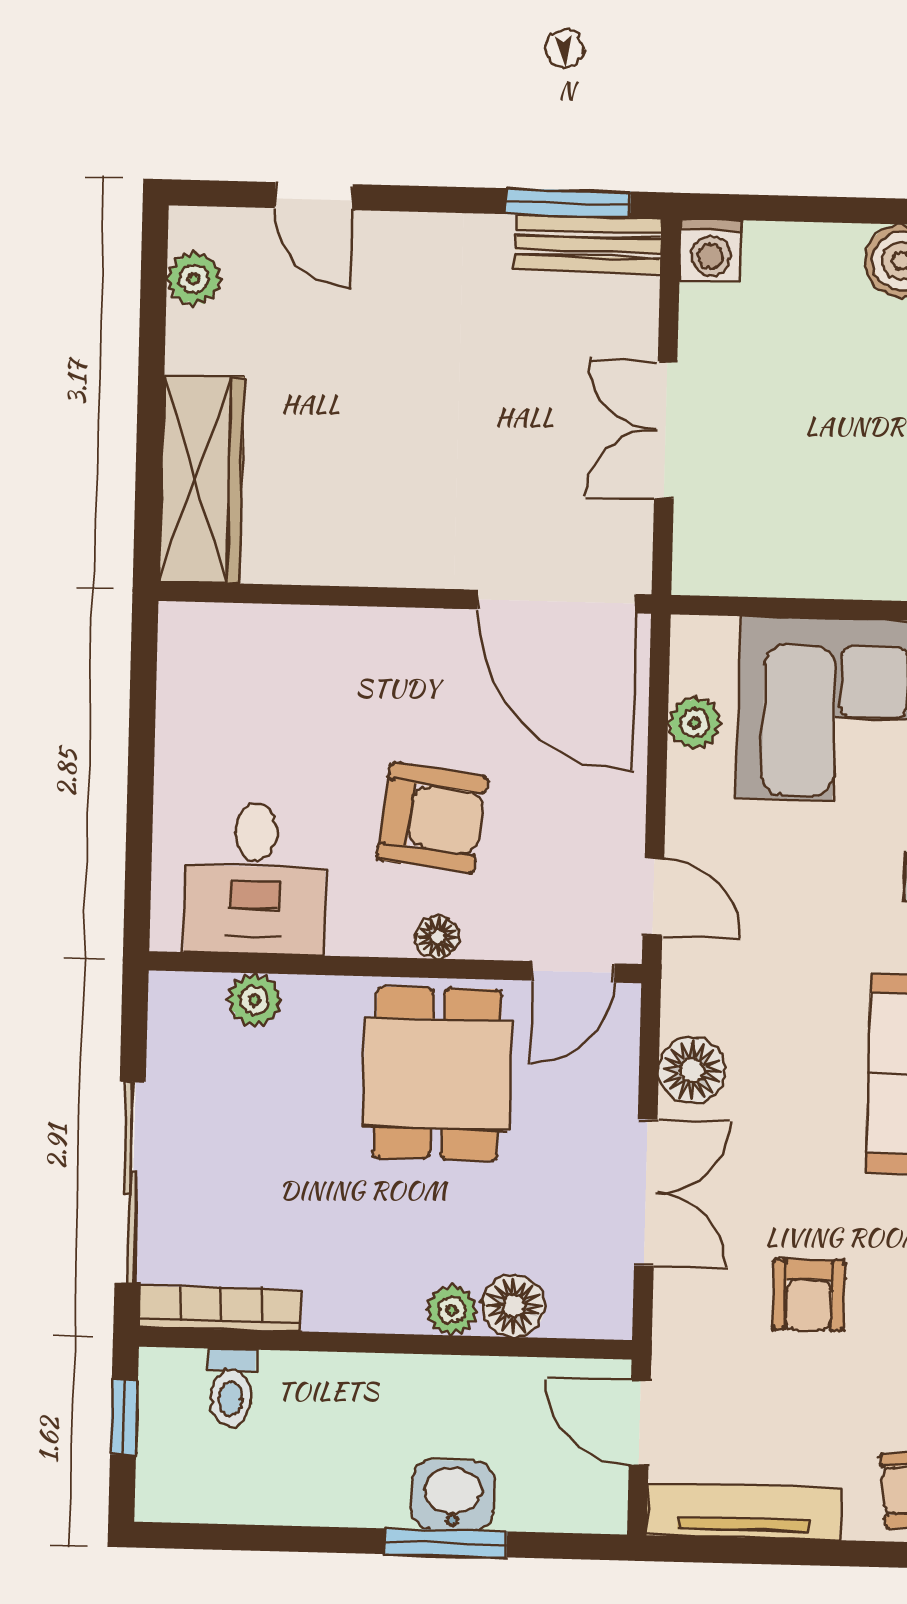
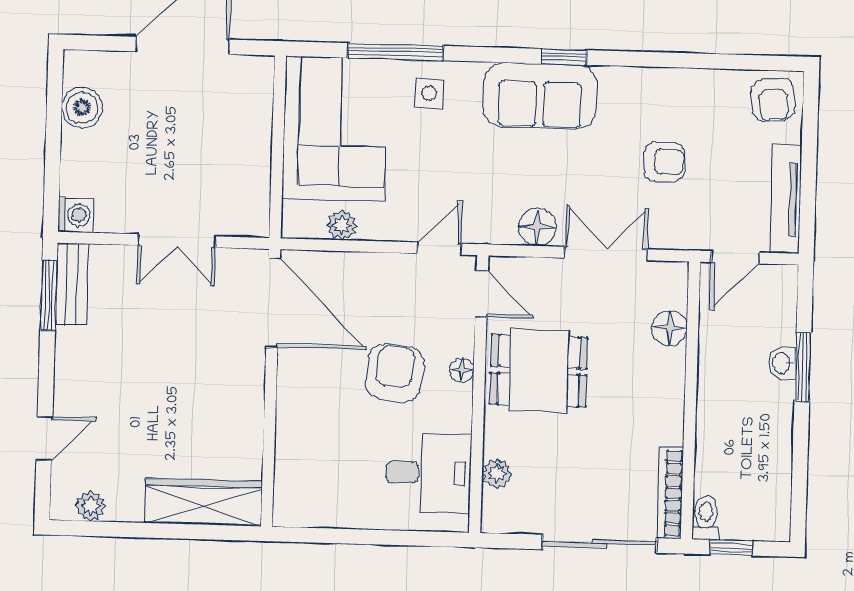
door: (557, 602) -> (273, 303), hinge flipped
plant: (452, 1310) -> (672, 363), removed
toilet: (231, 1388) -> (706, 518), moved, turned -90
washbasin: (453, 1495) -> (782, 363), width x0.72, depth x0.69

